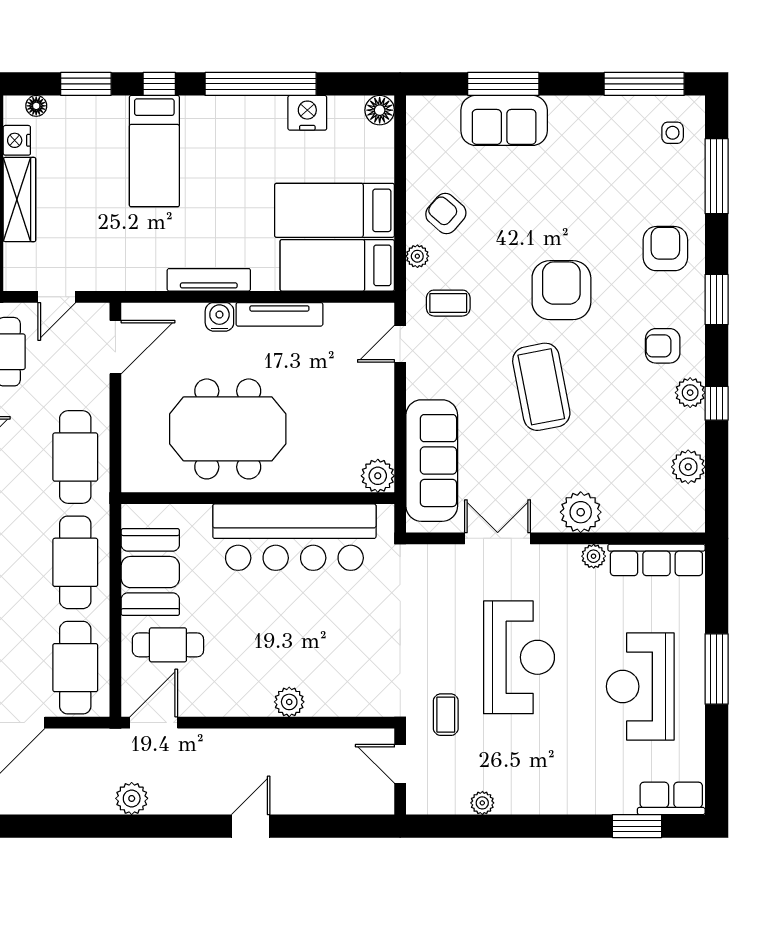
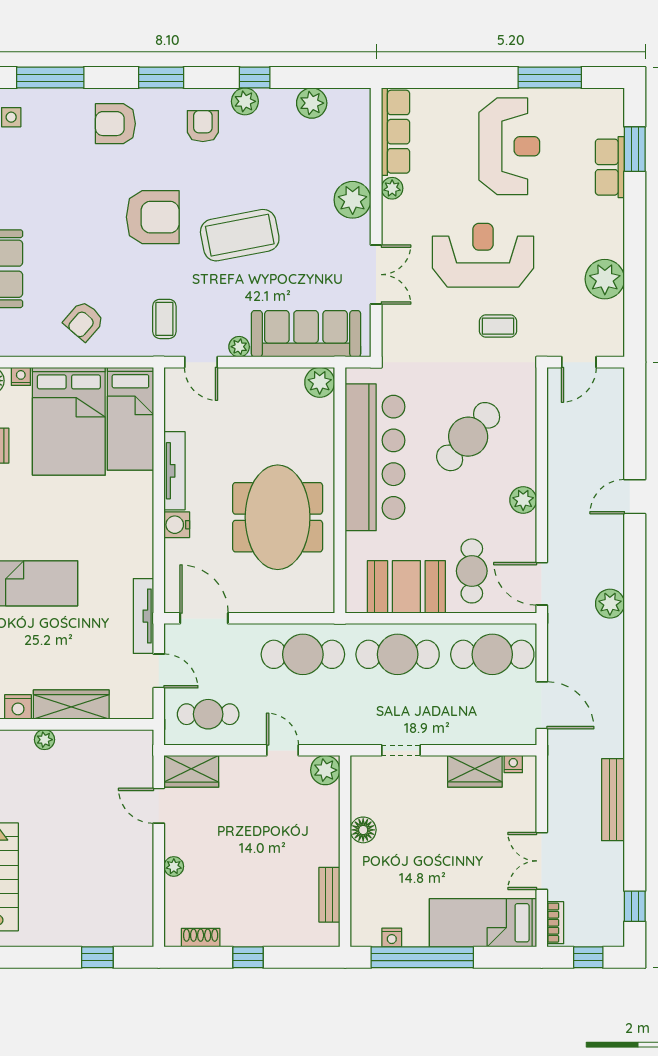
nightstand: (384, 143) -> (21, 376), added
bed: (334, 210) -> (69, 421), width x1.50
plant: (417, 256) -> (239, 347), moved
tv unit: (209, 280) -> (143, 616), moved
armchair: (561, 290) -> (153, 217), turned 180
armchair: (663, 346) -> (203, 126), turned 180
double door: (498, 538) -> (376, 275), swing flipped
cafe table: (317, 641) -> (468, 437), added
window: (717, 669) -> (550, 78), moved
reception desk: (640, 686) -> (509, 146), turned -90
plant: (289, 702) -> (523, 500), moved
coffee table: (446, 715) -> (498, 326), moved
row of seats: (671, 798) -> (610, 167), moved
plant: (482, 803) -> (605, 279), width x1.87, depth x1.87
door: (251, 826) -> (635, 497), hinge flipped

